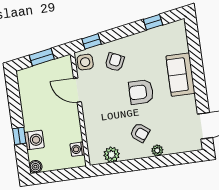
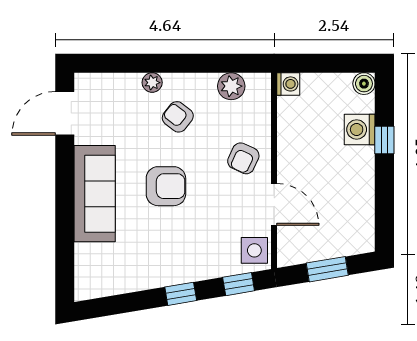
window: (153, 22) -> (181, 294), moved
armchair: (115, 62) -> (243, 158), moved
sofa: (180, 75) -> (95, 194), width x1.36
washing machine: (77, 149) -> (288, 84), moved

